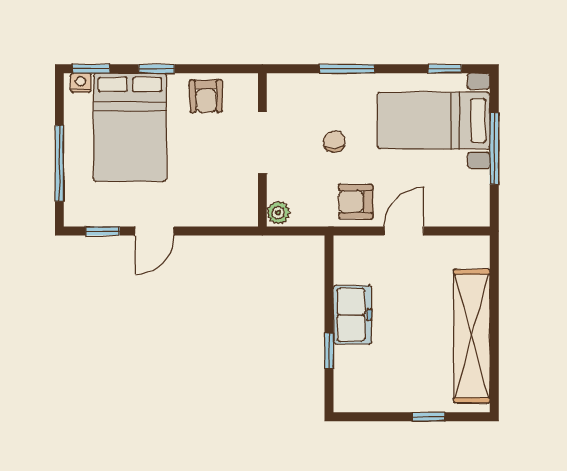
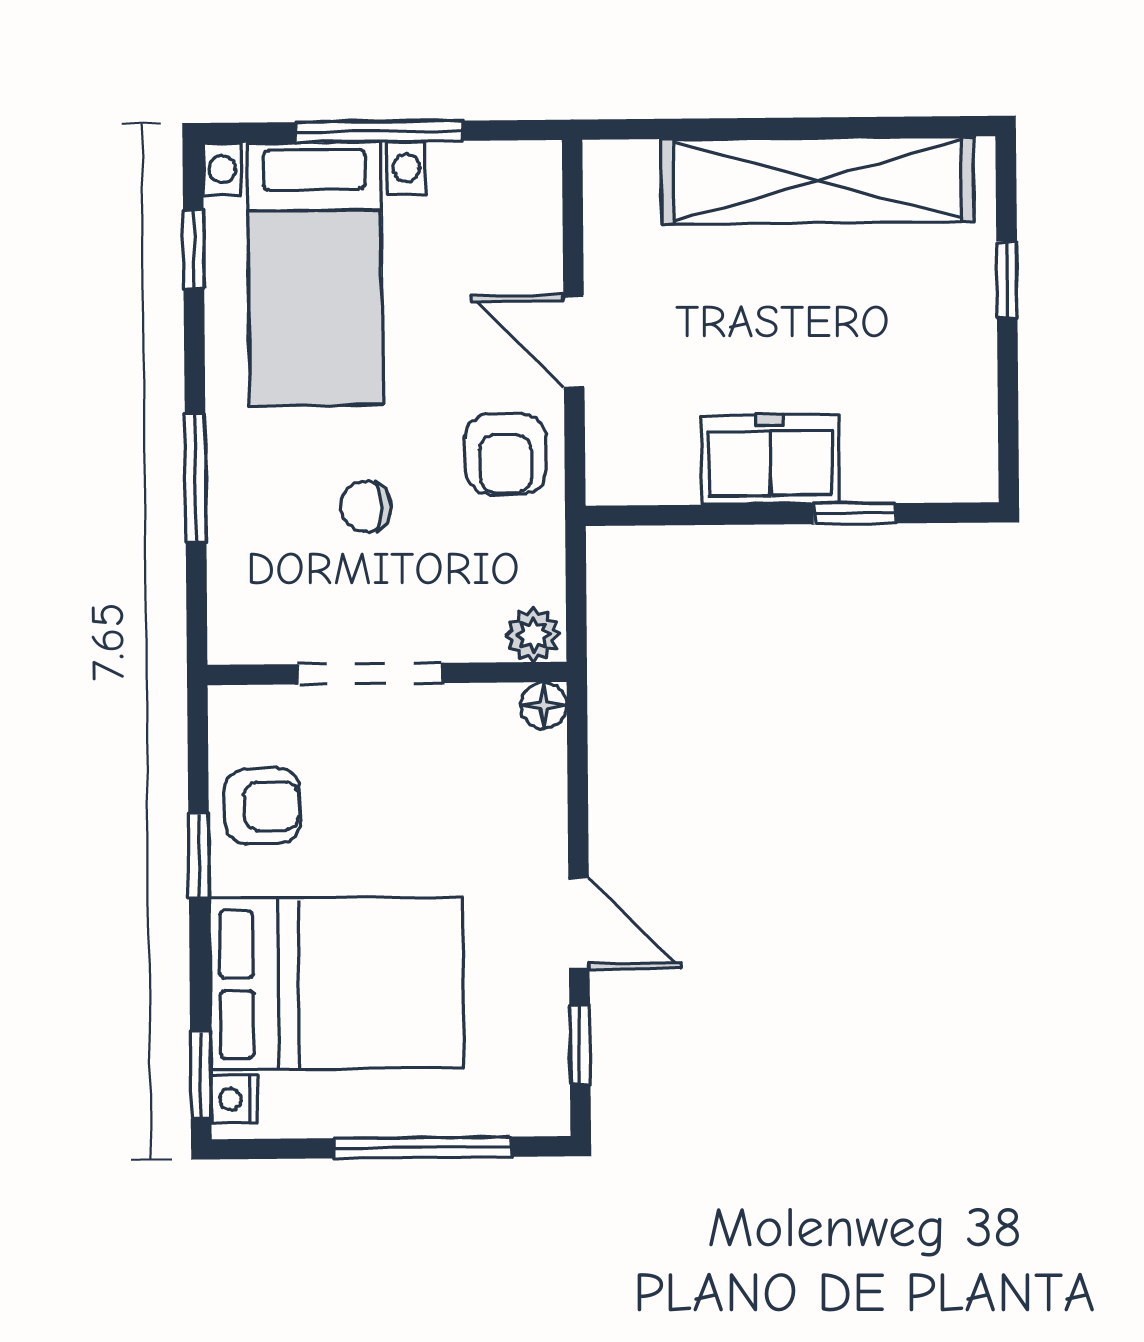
window: (157, 69) -> (199, 856), moved
floor lamp: (248, 217) -> (544, 706), added

